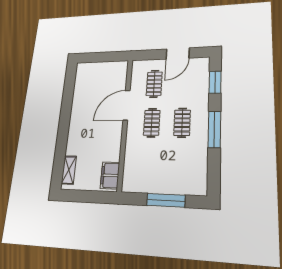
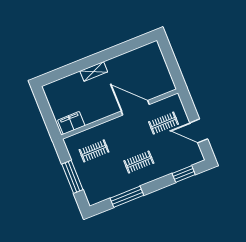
clothes rail: (152, 123) -> (94, 151), moved
window: (214, 129) -> (127, 197), moved
shelving: (69, 170) -> (94, 71), moved

